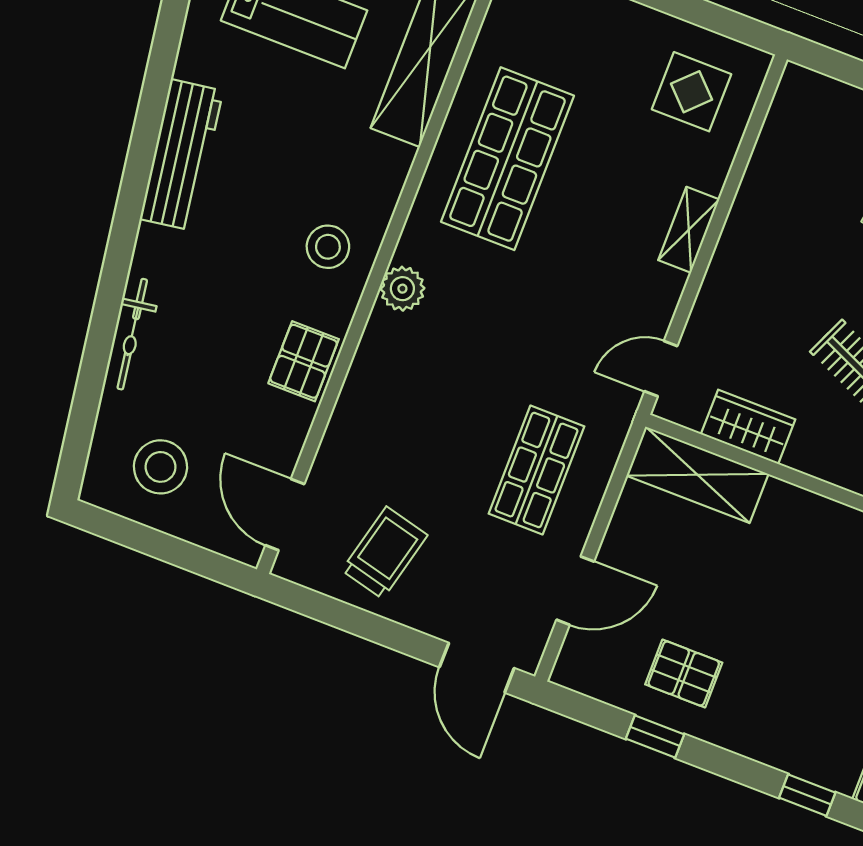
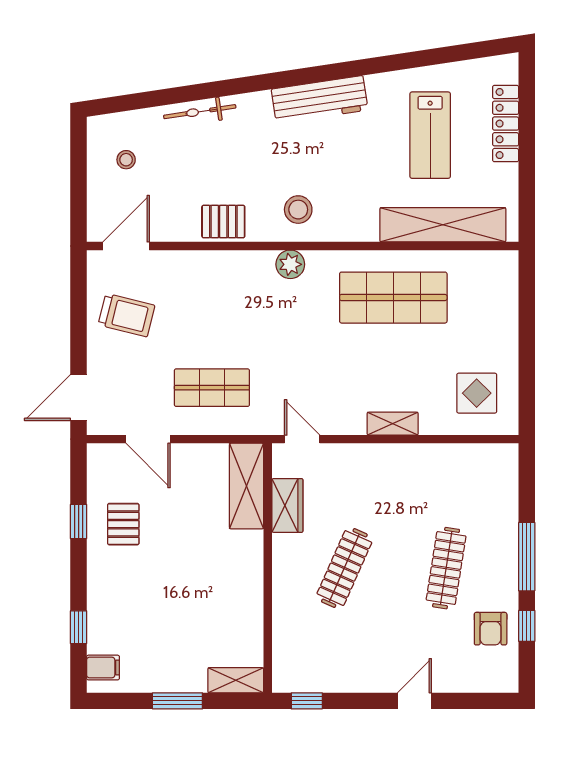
stool: (160, 467) -> (126, 160), width x0.53, depth x0.53

